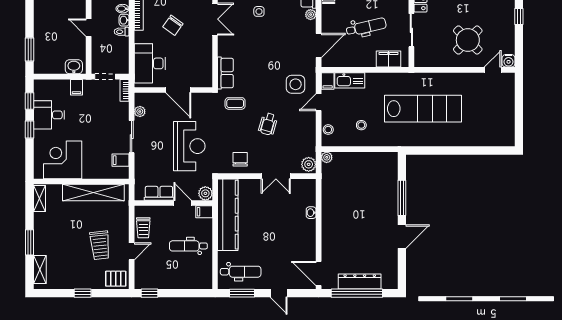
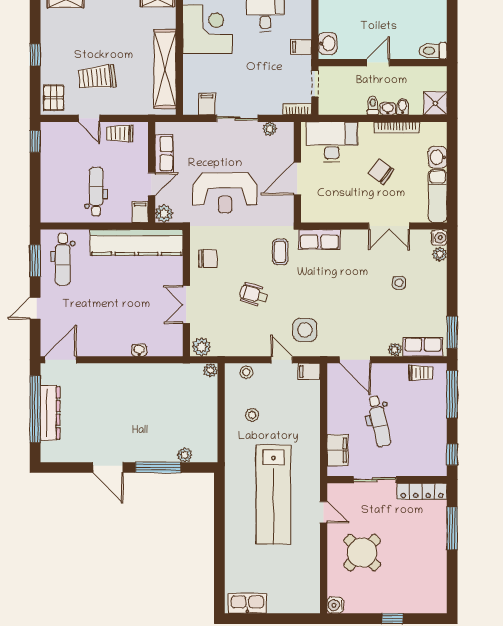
door: (493, 70) -> (324, 512), moved
kitchen sink: (350, 80) -> (247, 603), moved, turned 90
plant: (392, 177) -> (185, 455), added

